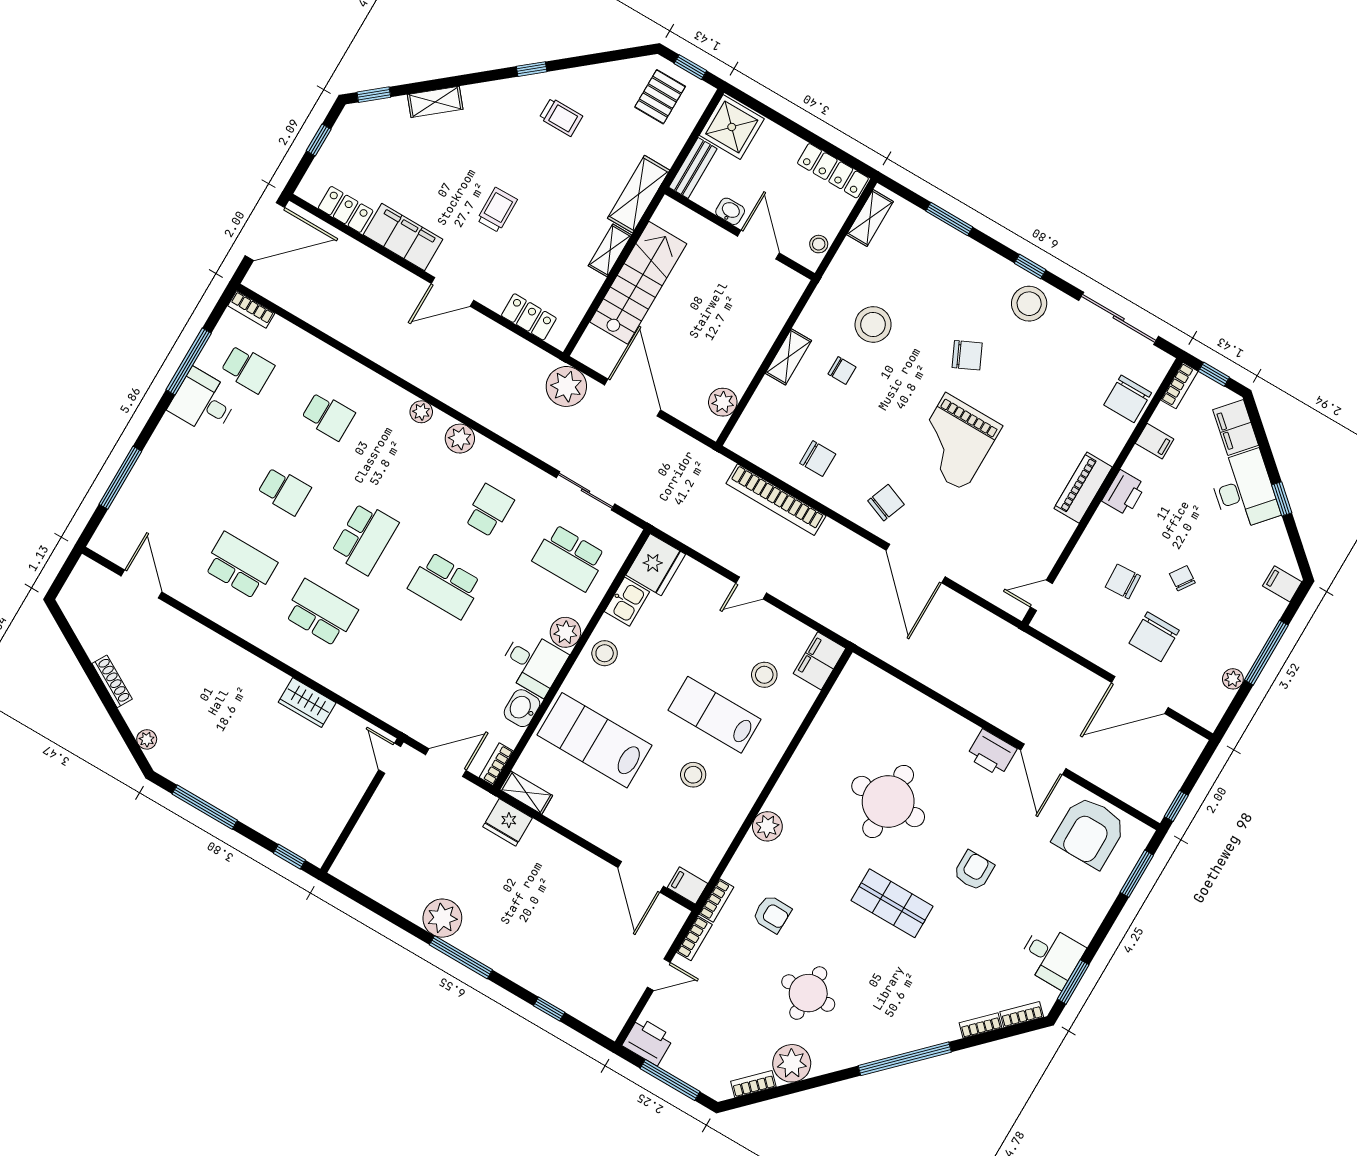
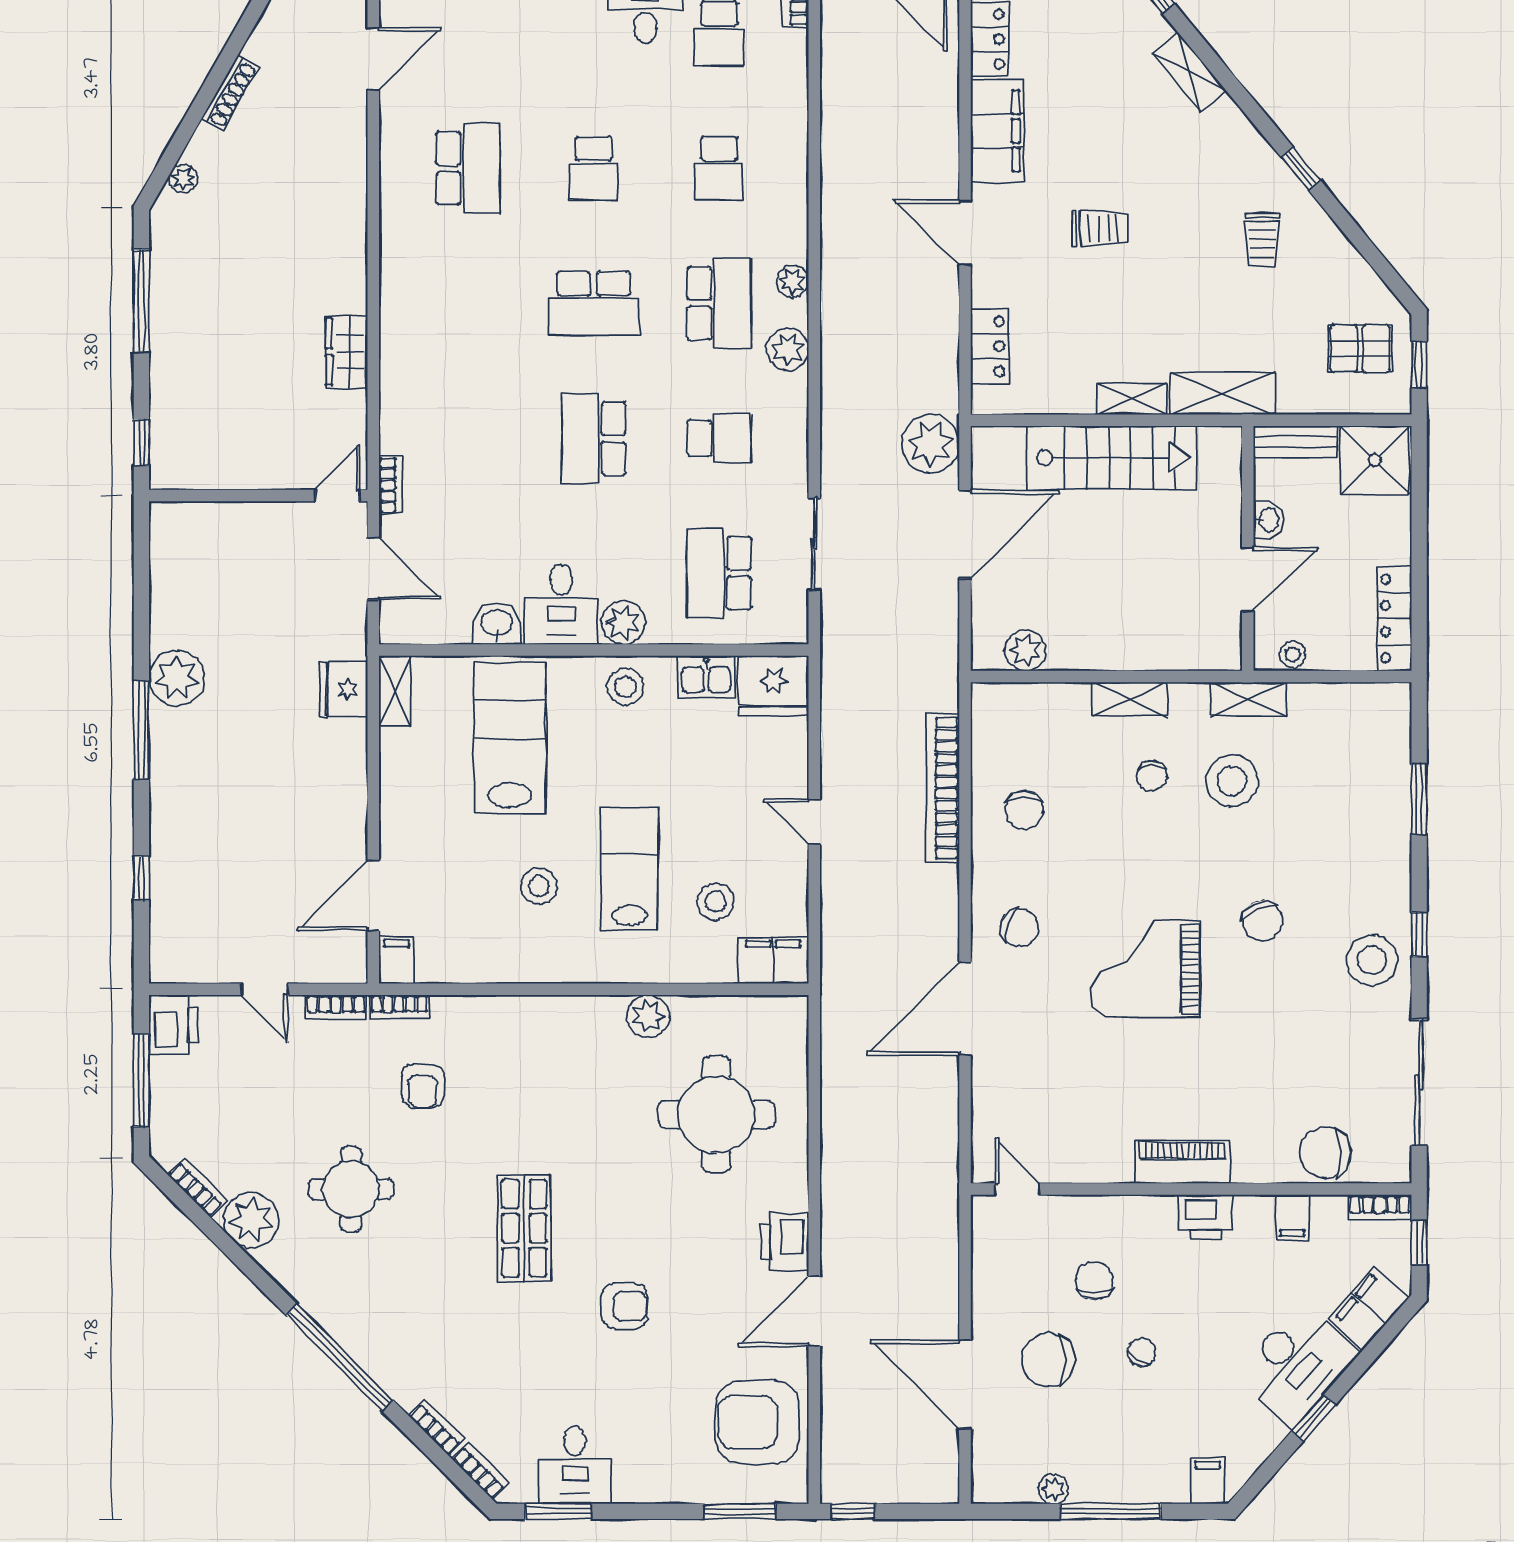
shelving: (870, 218) -> (1249, 699), moved
school desk: (321, 613) -> (719, 303), moved
bookcase: (496, 764) -> (391, 485), moved, turned 90
round table: (888, 802) -> (716, 1114), moved
plant: (767, 826) -> (648, 1016), moved

